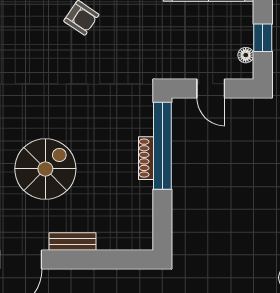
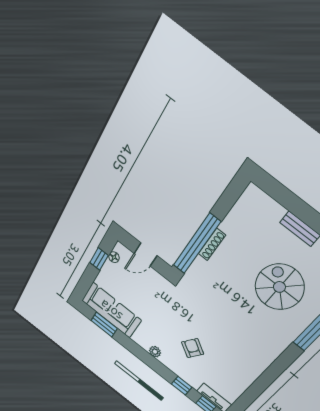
door: (211, 89) -> (145, 254), swing flipped
spiral stairs: (45, 169) -> (279, 287), turned 90

